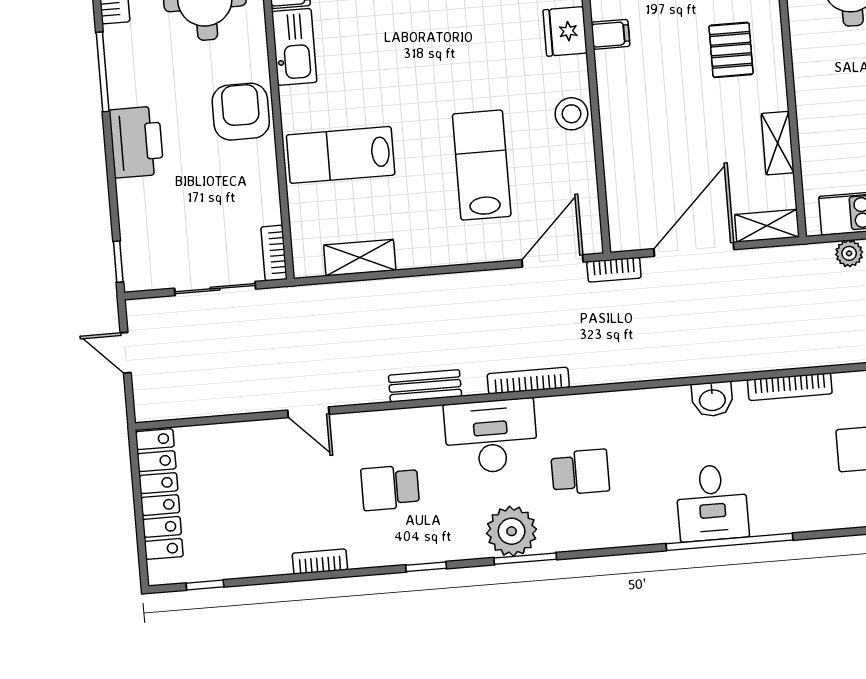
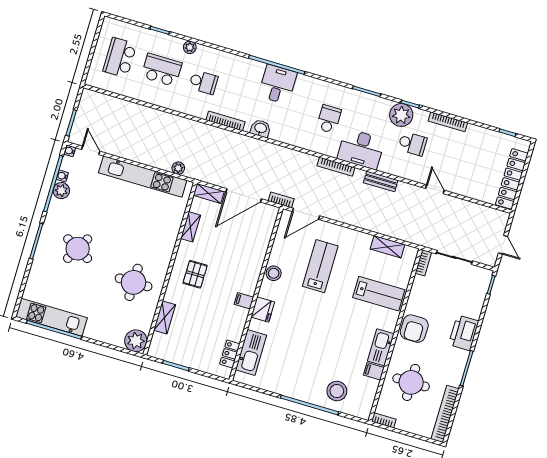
lab bench: (482, 165) -> (320, 266), turned 180
school desk: (580, 472) -> (329, 119), turned 90
plant: (512, 531) -> (401, 115), moved
bookcase: (320, 561) -> (448, 122), width x1.56

